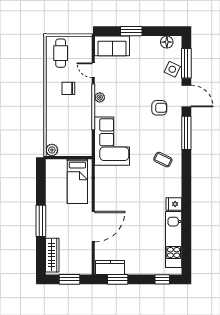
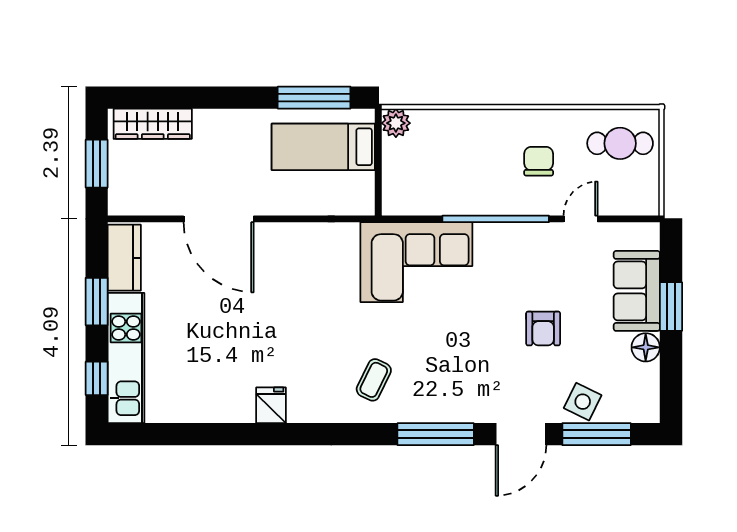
floor lamp: (167, 42) -> (646, 347), moved
sofa: (112, 46) -> (637, 291), moved
plant: (100, 97) -> (518, 234), removed
armchair: (159, 108) -> (543, 329), moved
bed: (77, 181) -> (323, 147), moved
window: (41, 221) -> (314, 98), moved
kitchen unit: (174, 240) -> (126, 358), moved, turned 90
window: (118, 279) -> (97, 302), moved

